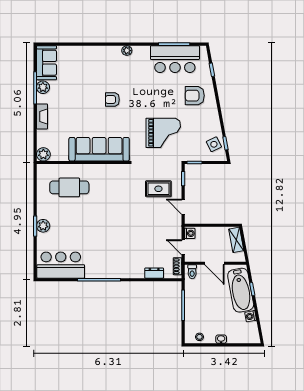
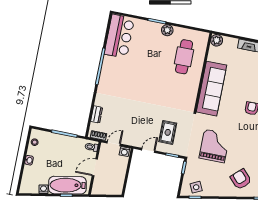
armchair: (195, 96) -> (241, 179), turned -43
grand piano: (163, 133) -> (215, 146), turned 180
plant: (43, 226) -> (167, 30), moved
shelving: (236, 240) -> (111, 190), removed

